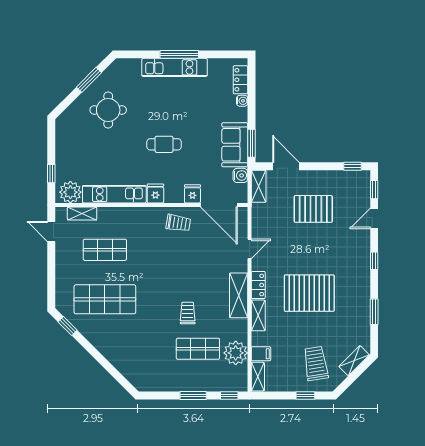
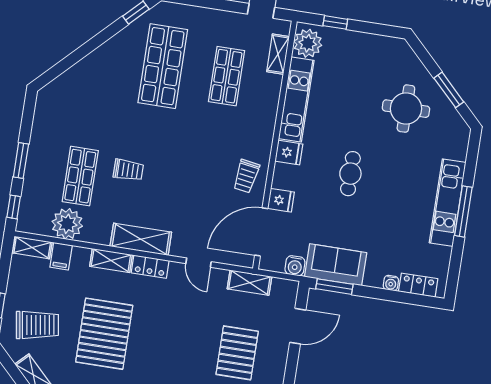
shelving: (259, 186) -> (249, 283), moved
pallet: (309, 293) -> (104, 334), moved

